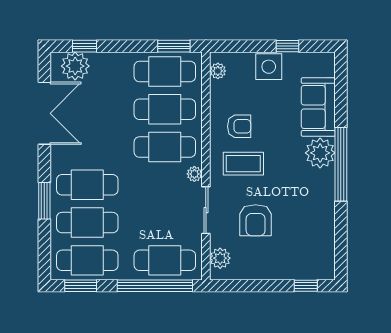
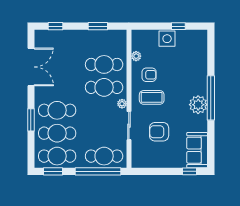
window: (174, 46) -> (98, 26), moved
plant: (75, 66) -> (50, 38), removed
cafe table: (165, 71) -> (104, 42), removed
plant: (218, 71) -> (136, 56), moved
sofa: (318, 107) -> (197, 150), moved
plant: (320, 153) -> (198, 105), moved
armchair: (256, 220) -> (159, 132), turned 90
plant: (220, 258) -> (138, 155), removed

